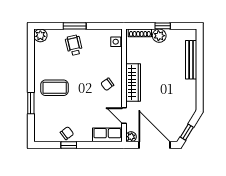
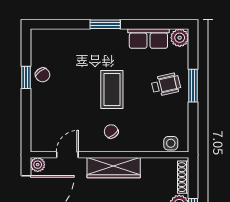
coffee table: (55, 88) -> (112, 90), moved
window: (31, 103) -> (105, 24), moved
row of seats: (107, 135) -> (148, 39), moved, turned 90

